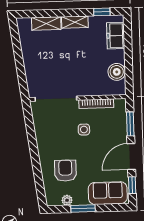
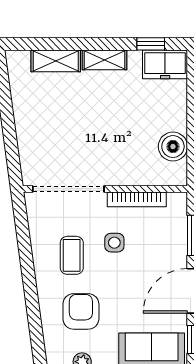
freezer: (116, 36) -> (165, 64), moved, turned -90
coffee table: (59, 138) -> (72, 255), added

